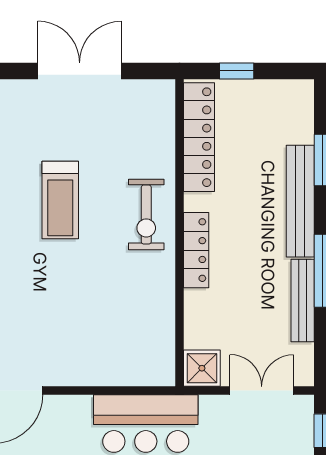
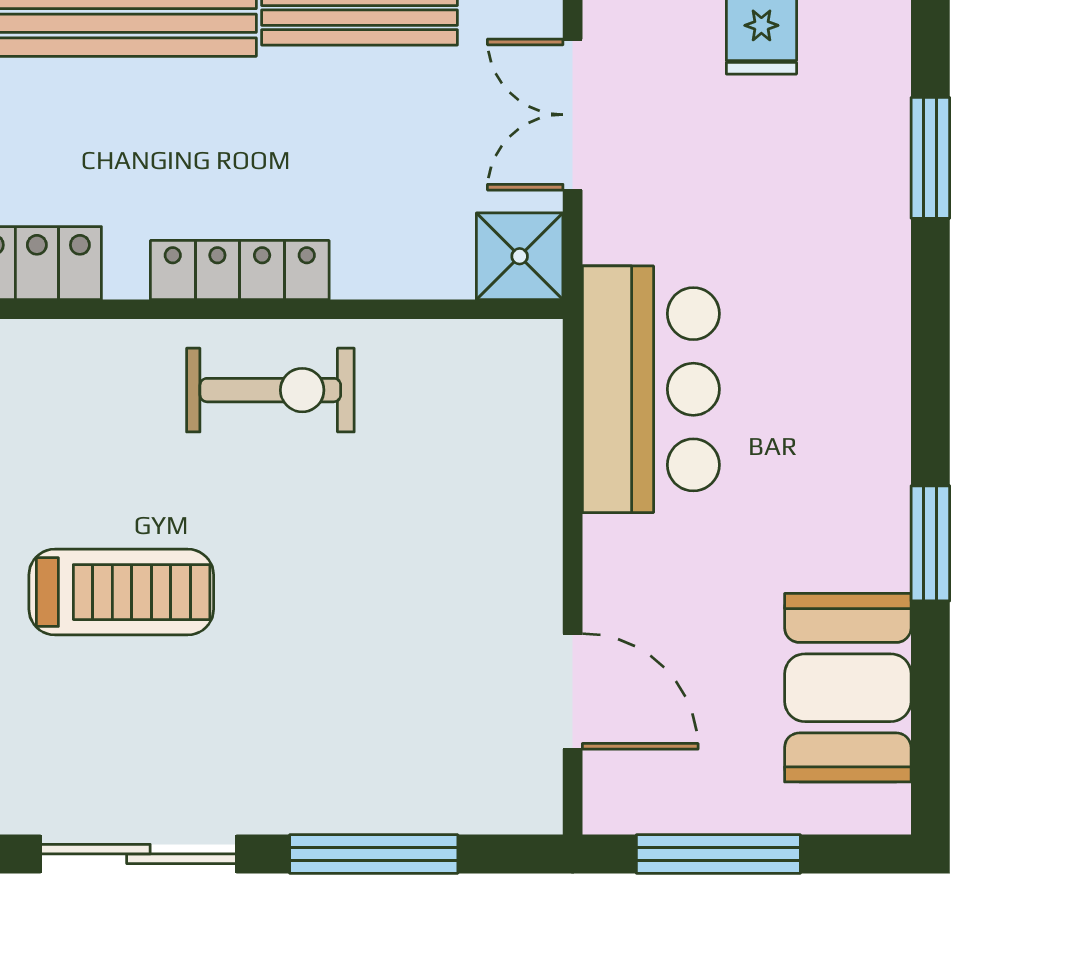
exercise bike: (146, 215) -> (270, 390), moved

